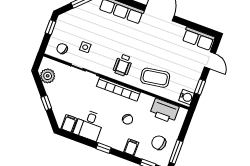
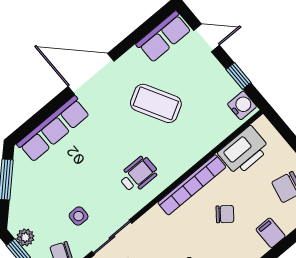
plant: (60, 27) -> (25, 237), added
wheelchair: (123, 65) -> (138, 174), turned -90
coffee table: (155, 78) -> (156, 103), moved, turned 70
bookcase: (118, 89) -> (192, 185), moved

